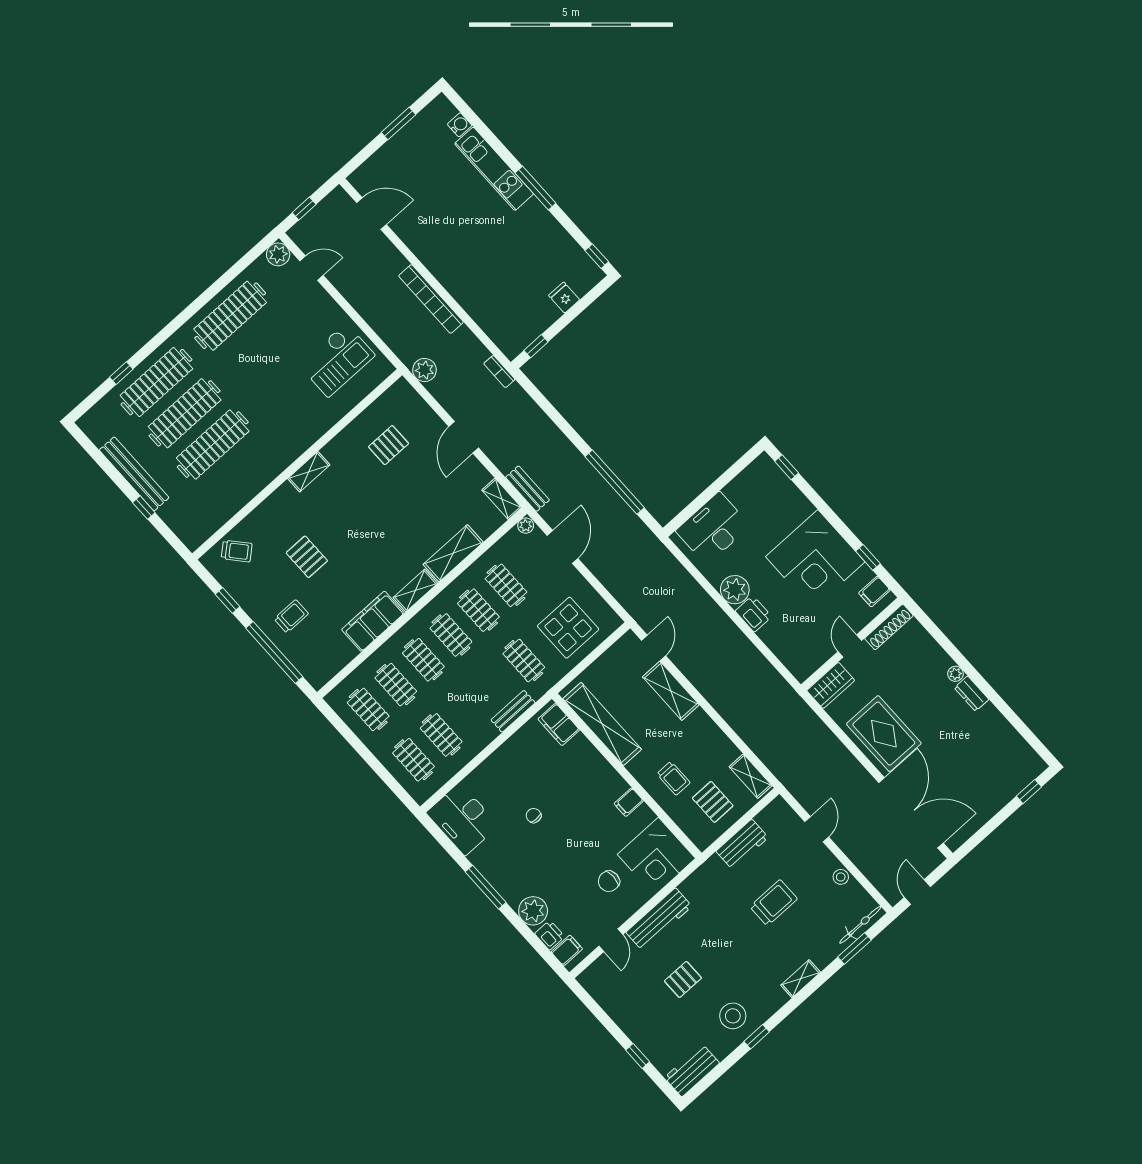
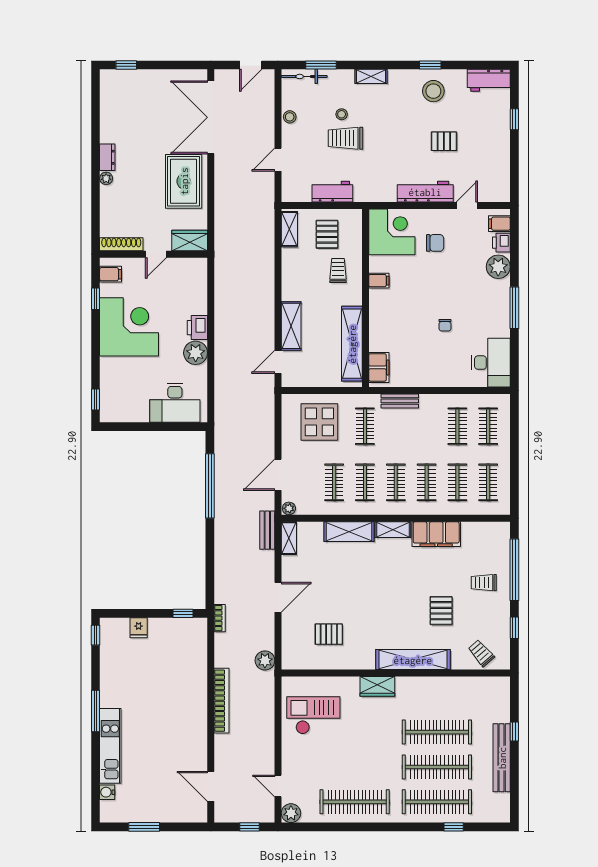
wardrobe: (303, 438) -> (377, 686), added
shelving: (309, 472) -> (413, 660), width x2.20, depth x1.33
stool: (796, 921) -> (342, 114), added

